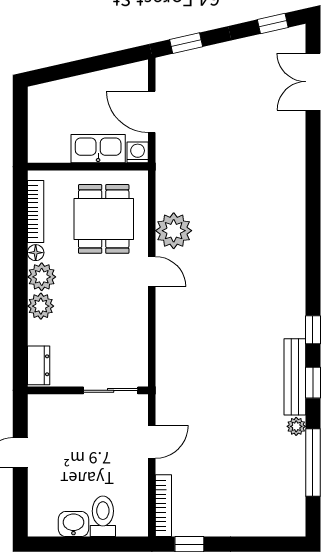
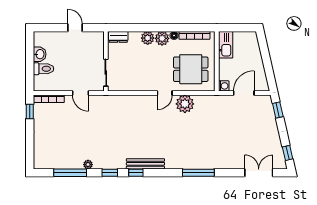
kitchen sink: (98, 149) -> (226, 45), moved
window: (313, 204) -> (198, 173), added
bench: (295, 377) -> (145, 164), moved

